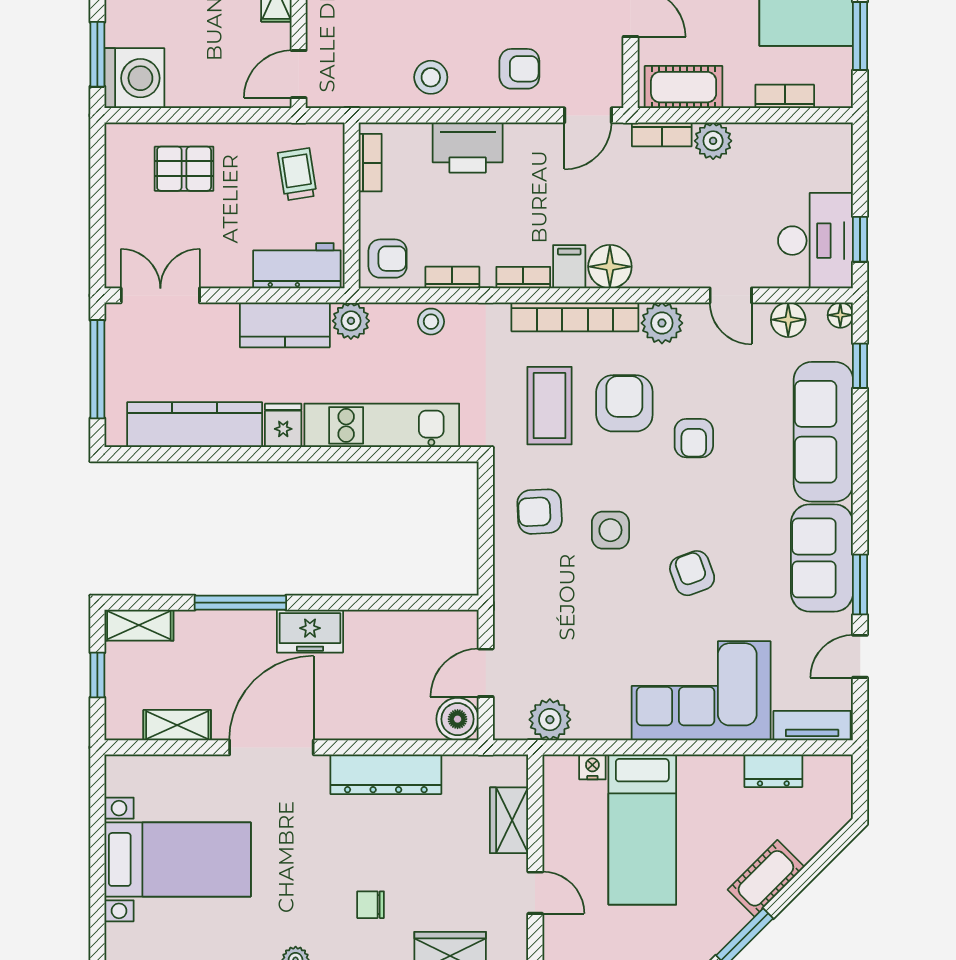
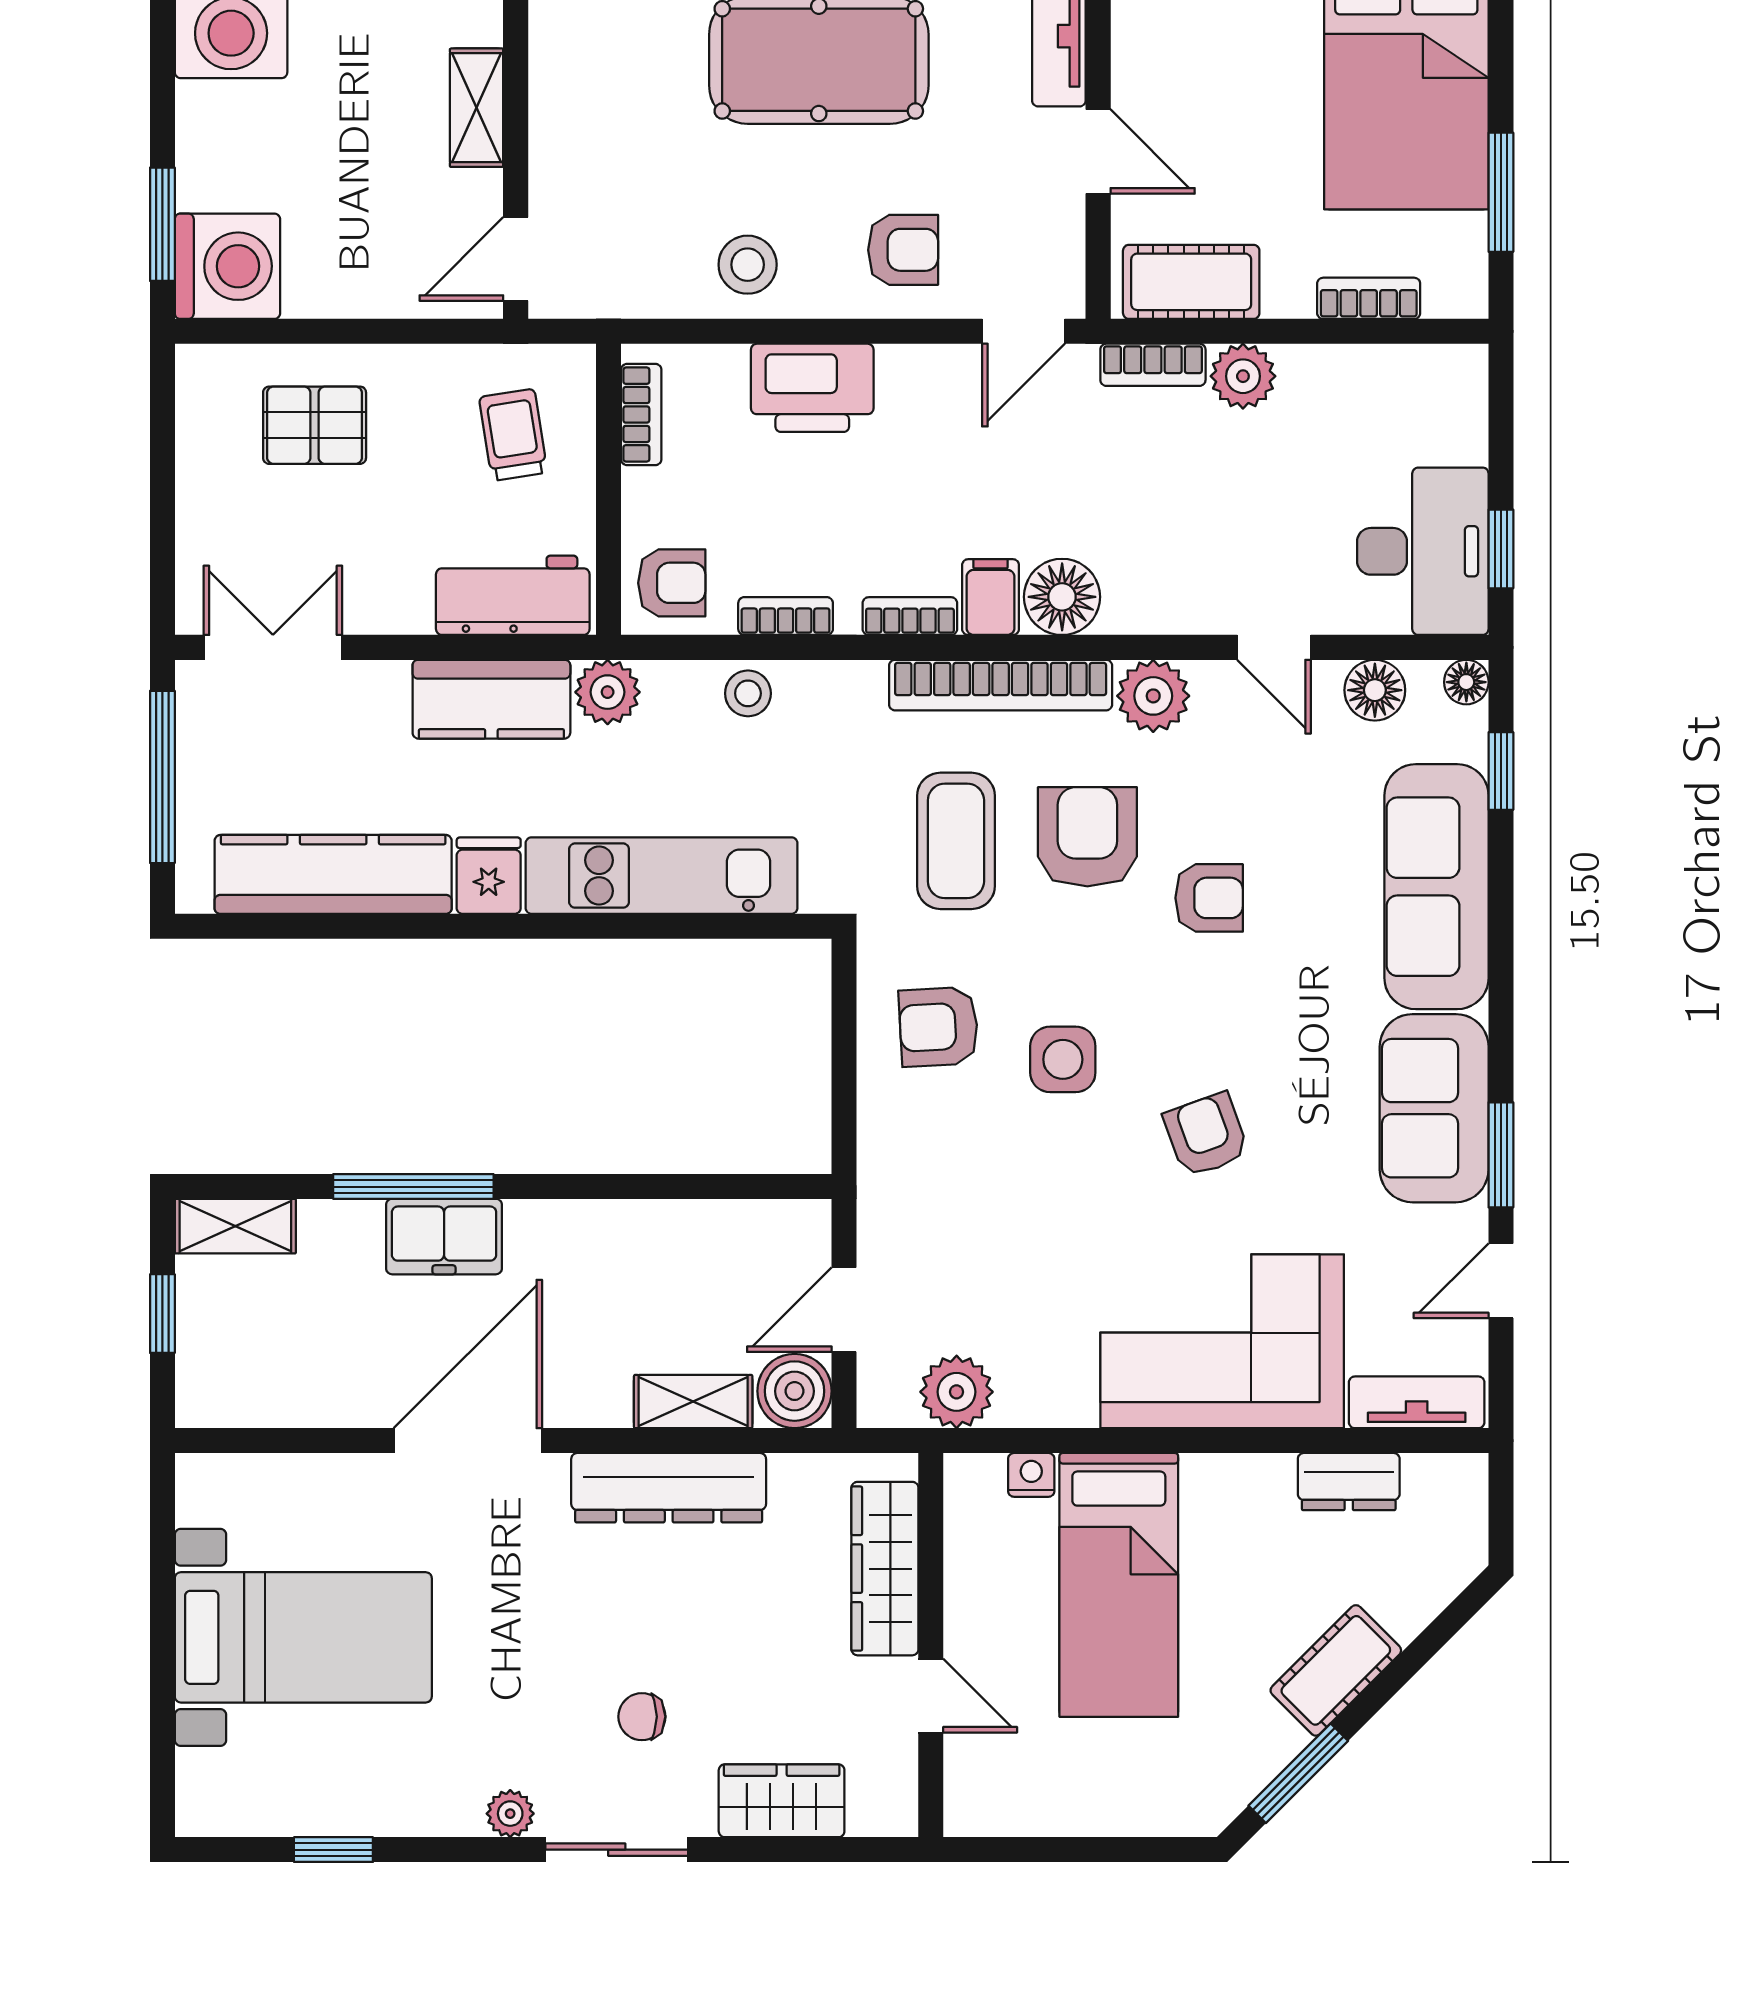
armchair: (694, 438) -> (1209, 898), turned -90
freezer: (310, 631) -> (444, 1237), moved
shelving: (177, 725) -> (693, 1402), moved
wardrobe: (509, 820) -> (885, 1569), width x1.50

